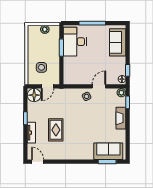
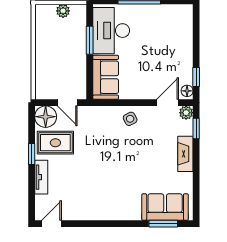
sofa: (118, 42) -> (106, 77), moved, turned 180
side table: (41, 67) -> (57, 72), removed
door: (47, 86) -> (67, 103), hinge flipped
door: (99, 86) -> (168, 103), moved
rug: (56, 130) -> (55, 143), moved, turned 90
door: (38, 162) -> (51, 224), hinge flipped

